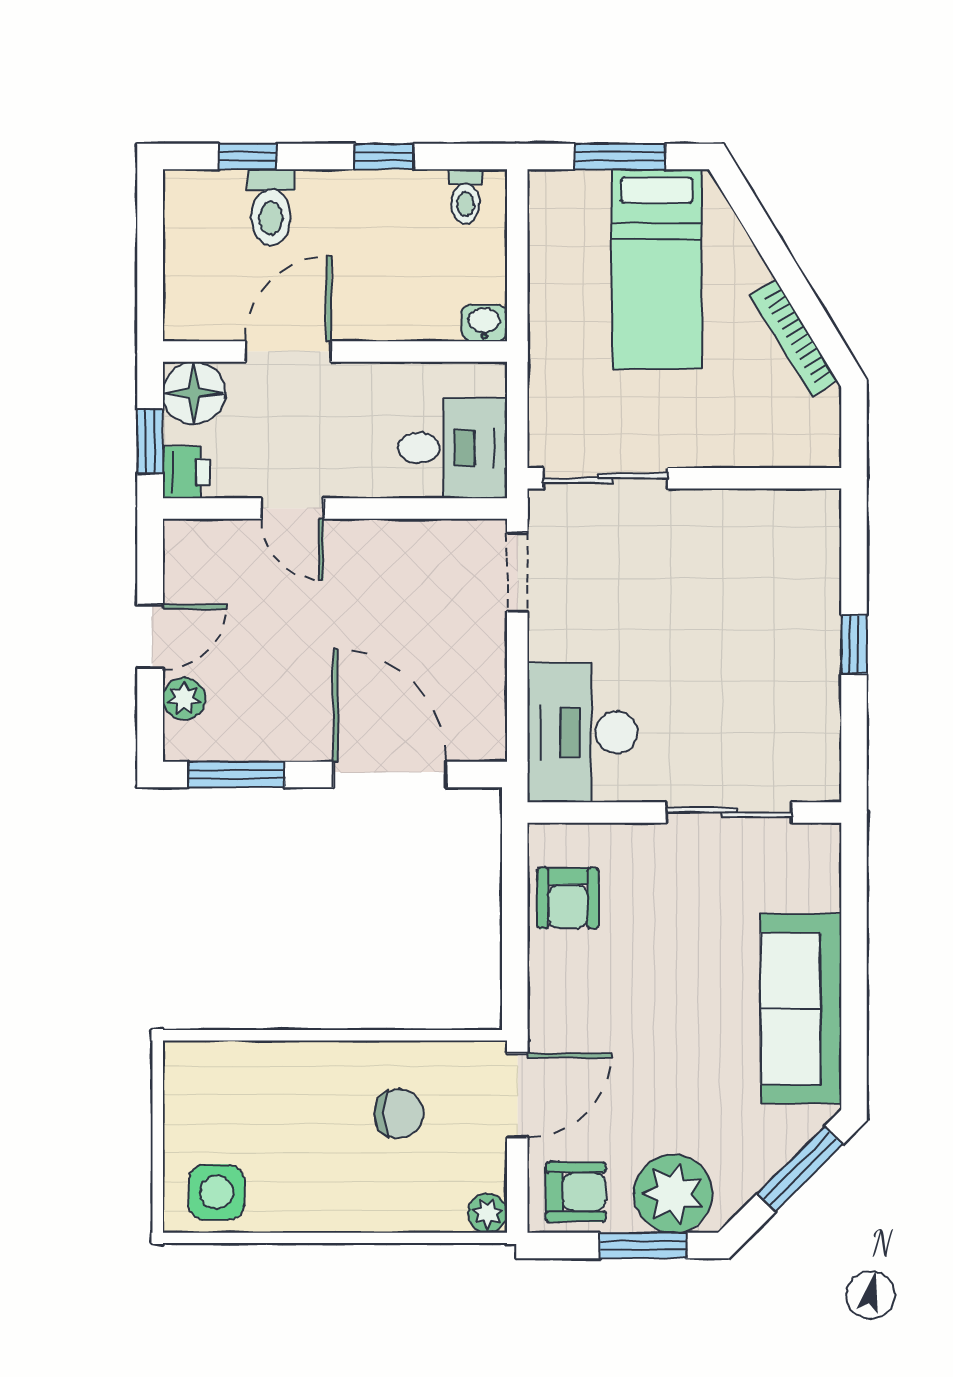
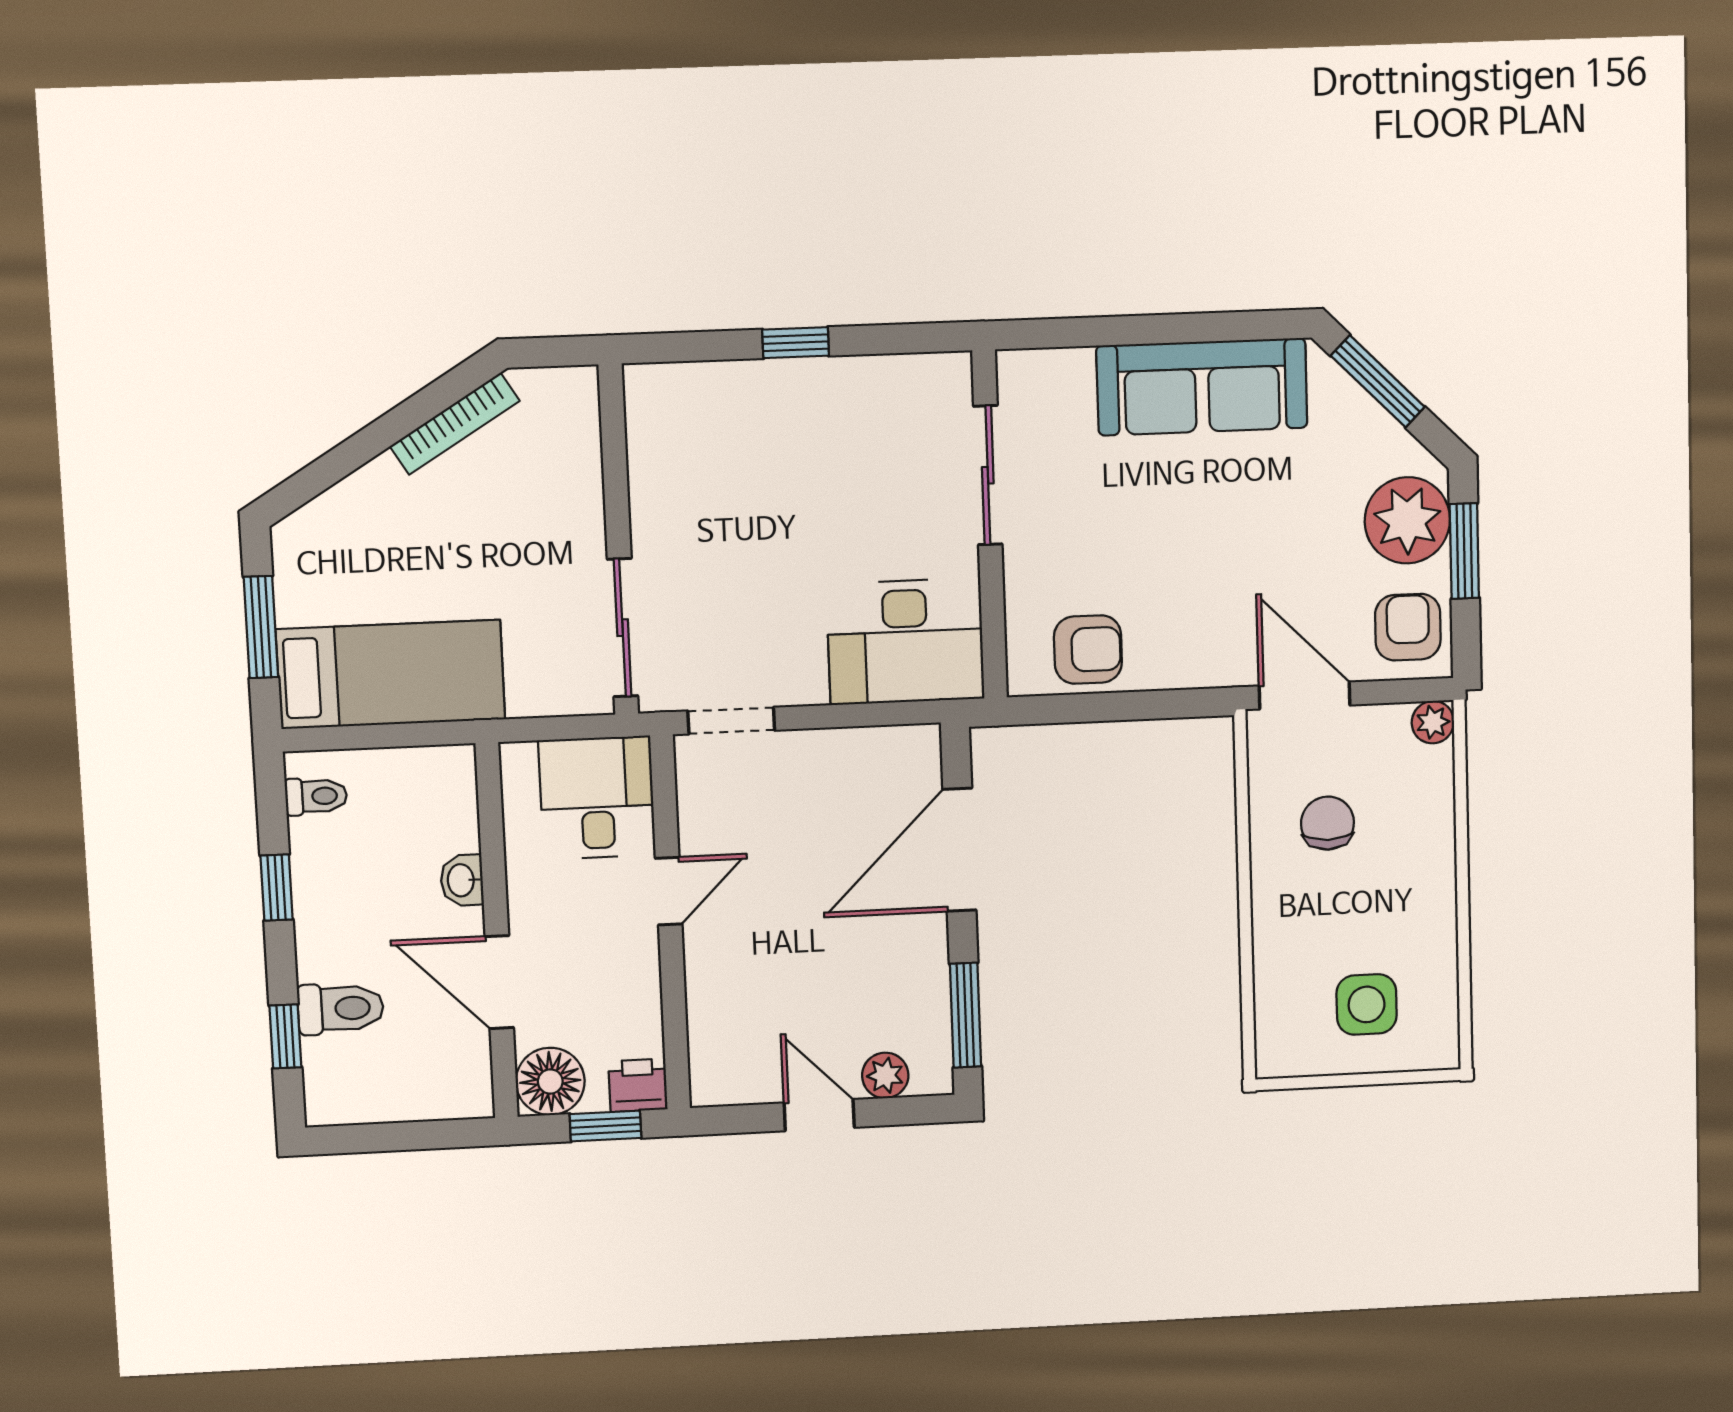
bed: (657, 269) -> (391, 674), moved
washbasin: (484, 323) -> (462, 880), moved
door: (292, 509) -> (669, 891), moved
side table: (217, 1192) -> (1367, 1004), moved

